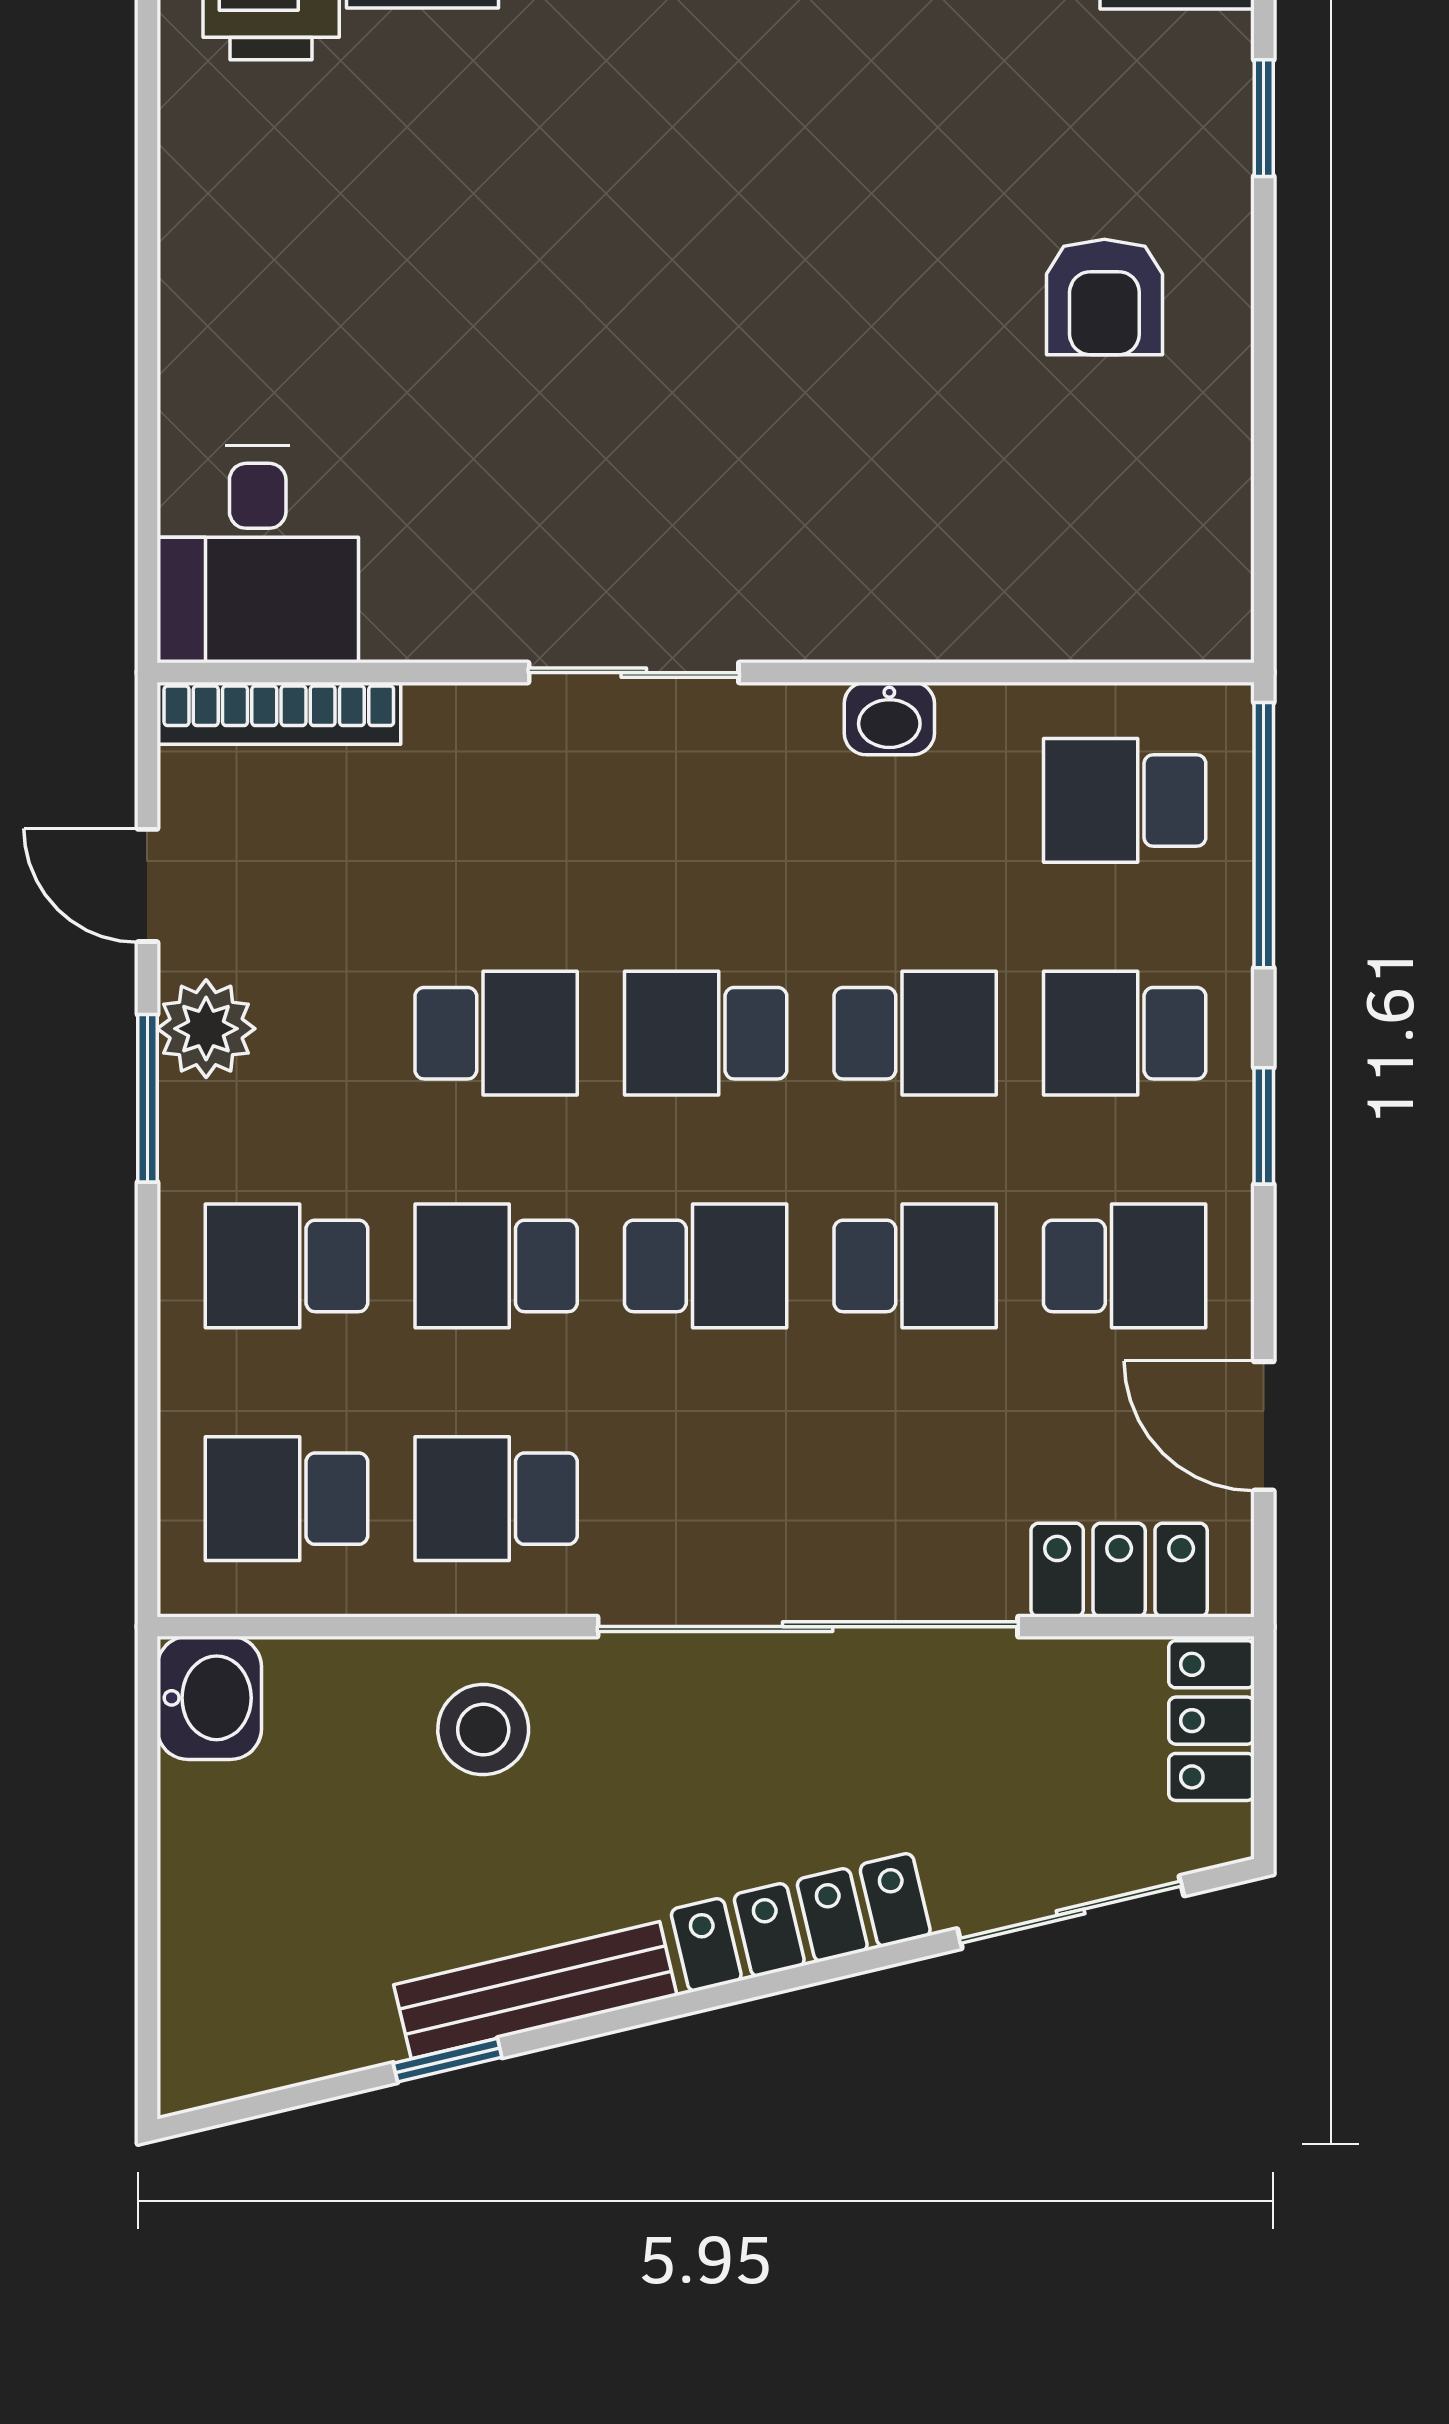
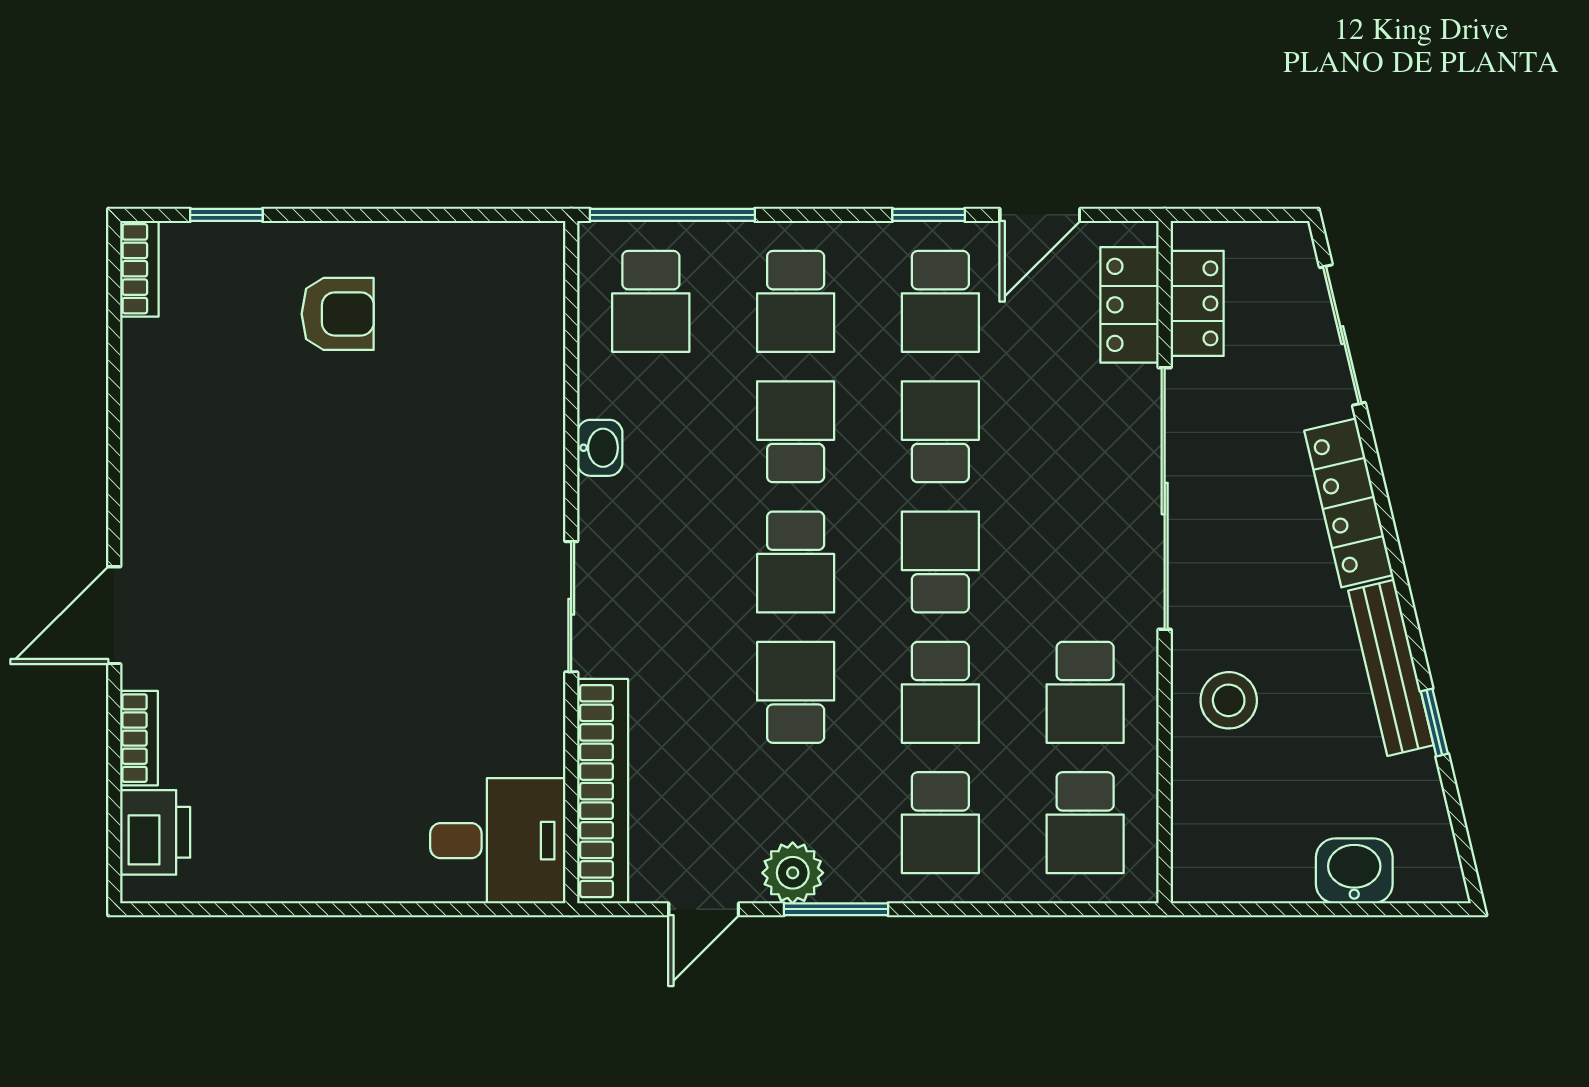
bookcase: (279, 713) -> (603, 791), width x1.48, depth x1.31
window: (1264, 1126) -> (929, 215), moved
school desk: (1125, 1266) -> (940, 301), turned 180
washbasin: (209, 1698) -> (1354, 871), moved
locker: (1212, 1721) -> (1197, 303), moved, turned -90

